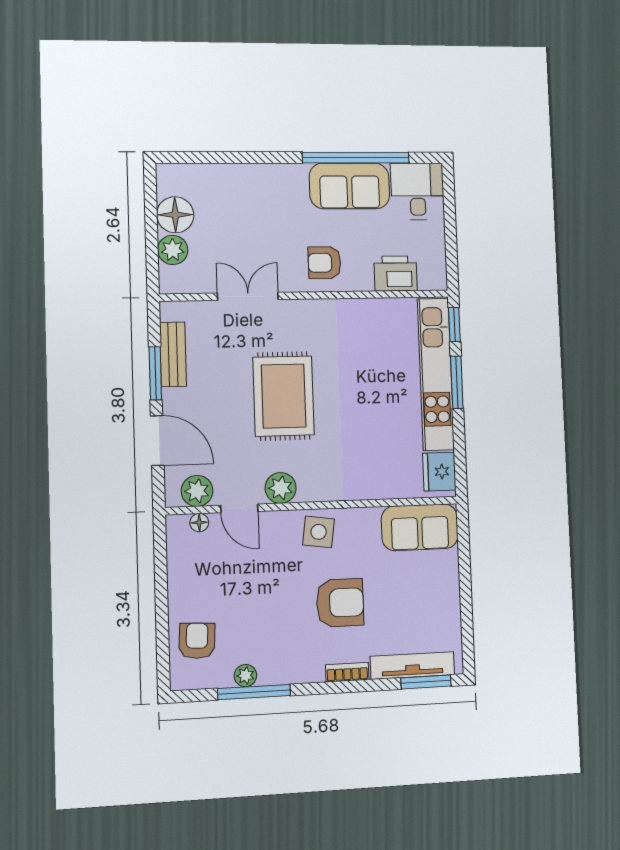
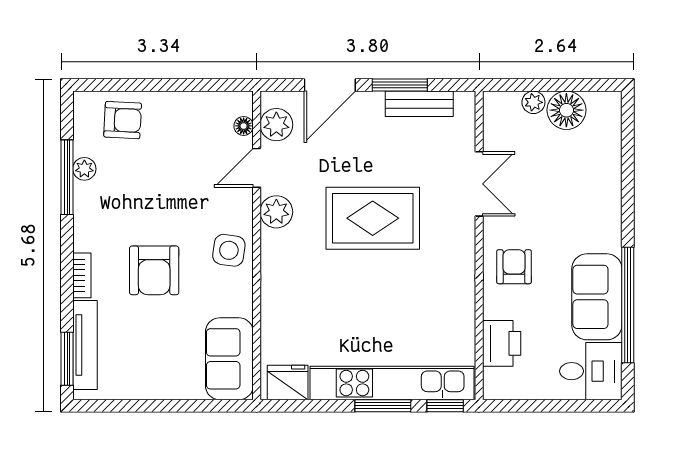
plant: (173, 250) -> (533, 102), width x0.73, depth x0.73

